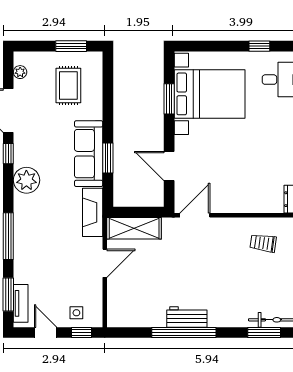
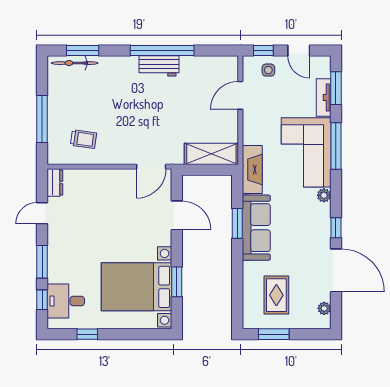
plant: (26, 180) -> (324, 195), width x0.53, depth x0.53
corner sofa: (38, 230) -> (306, 152), added
door: (105, 263) -> (240, 95), moved
tv unit: (21, 303) -> (324, 97), moved

